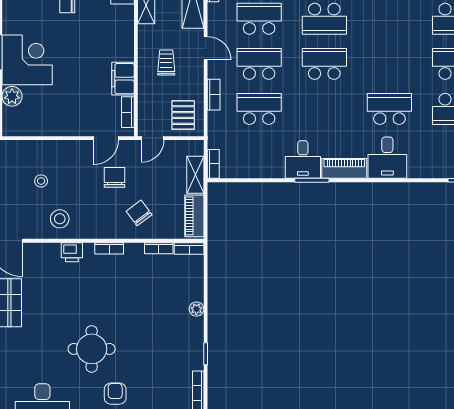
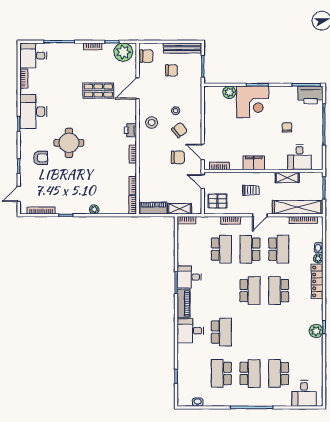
school desk: (259, 64) -> (250, 249), turned 180
filing cabinet: (123, 79) -> (254, 163), moved
chair: (139, 213) -> (179, 130), moved

